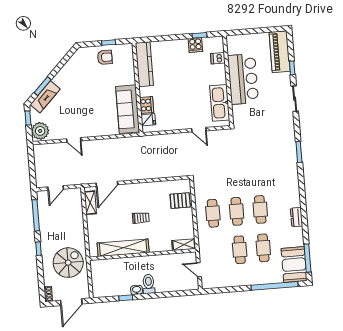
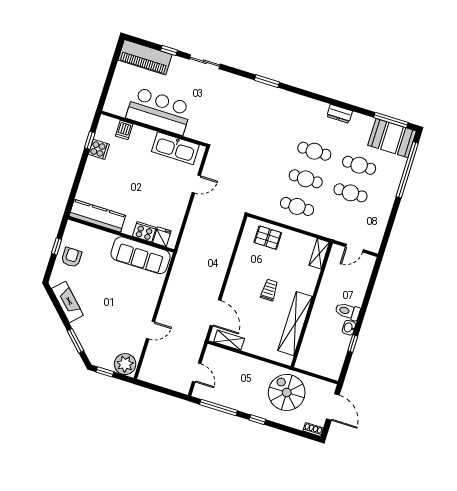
fireplace: (45, 97) -> (67, 302), moved
pallet: (180, 201) -> (268, 238), turned 90

